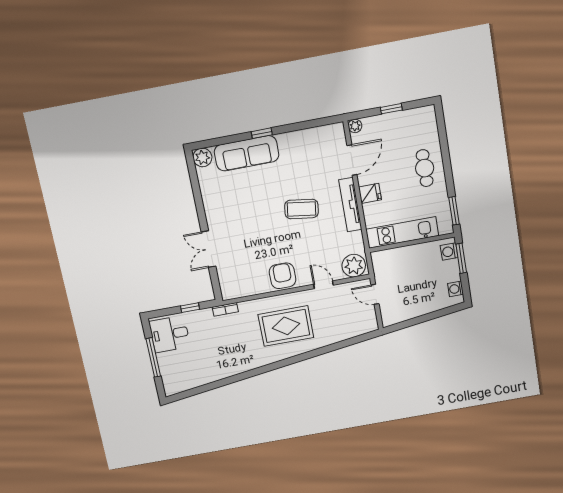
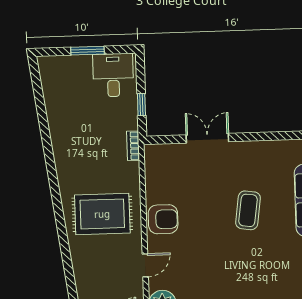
coffee table: (301, 209) -> (248, 210), moved
rug: (286, 326) -> (102, 214), turned 90
window: (153, 357) -> (88, 51), width x0.69

